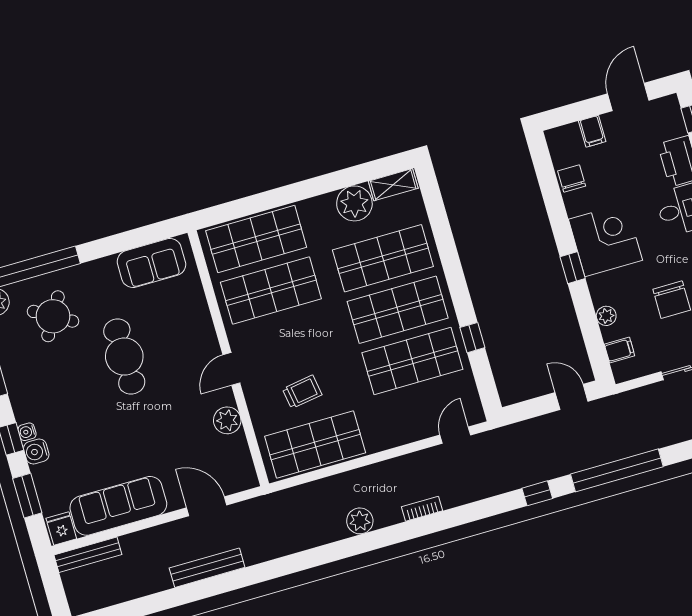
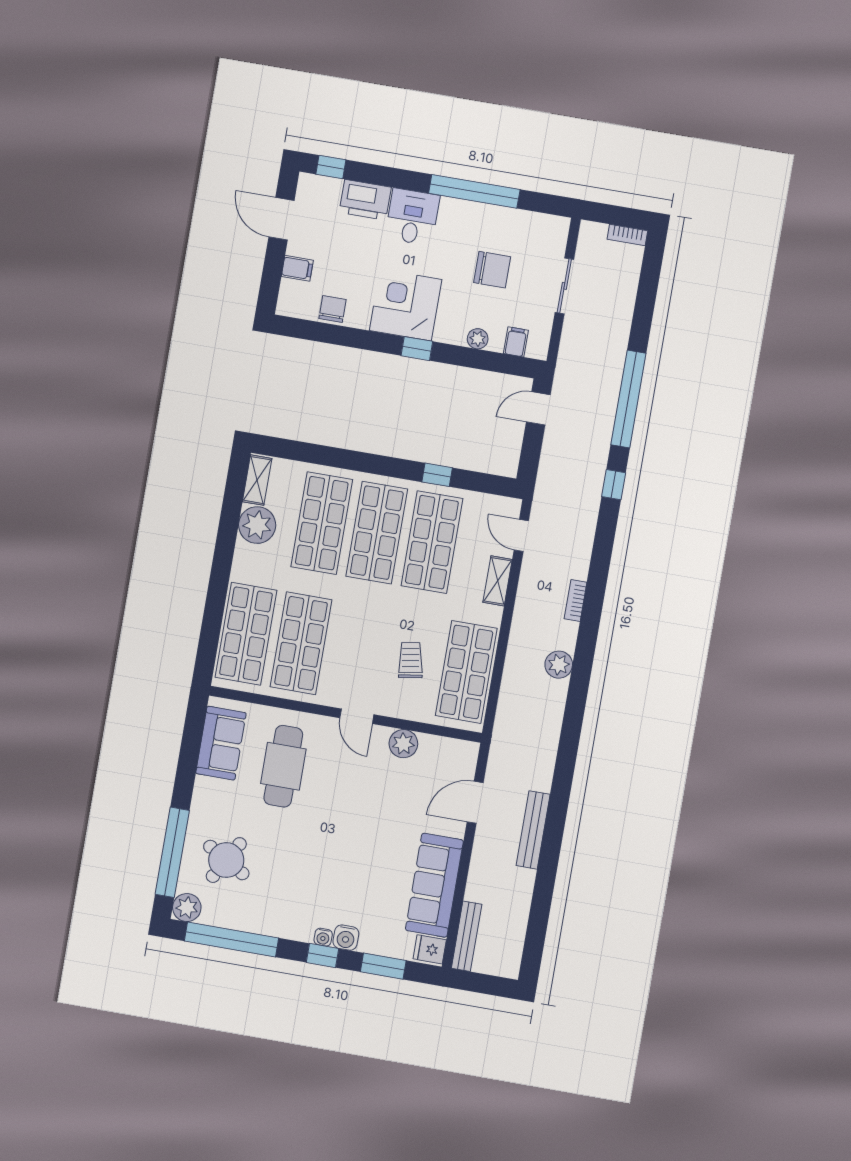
chair: (572, 179) -> (332, 309), turned 90
cafe table: (124, 357) -> (283, 766), moved, turned 90
shelving: (406, 434) -> (498, 581), added

